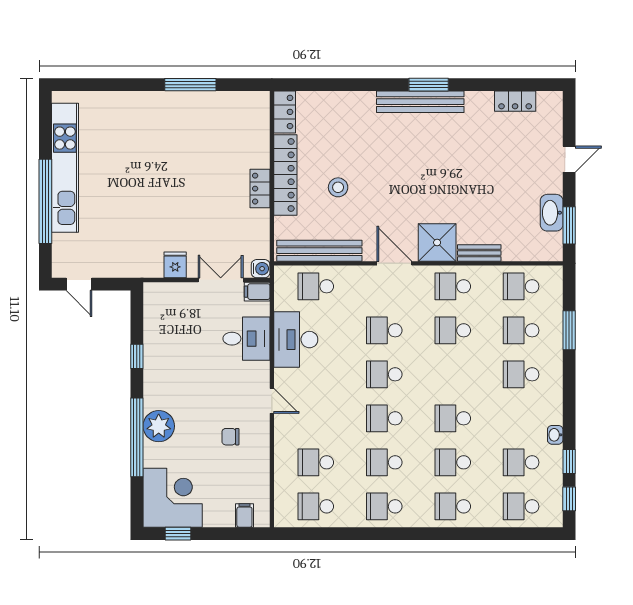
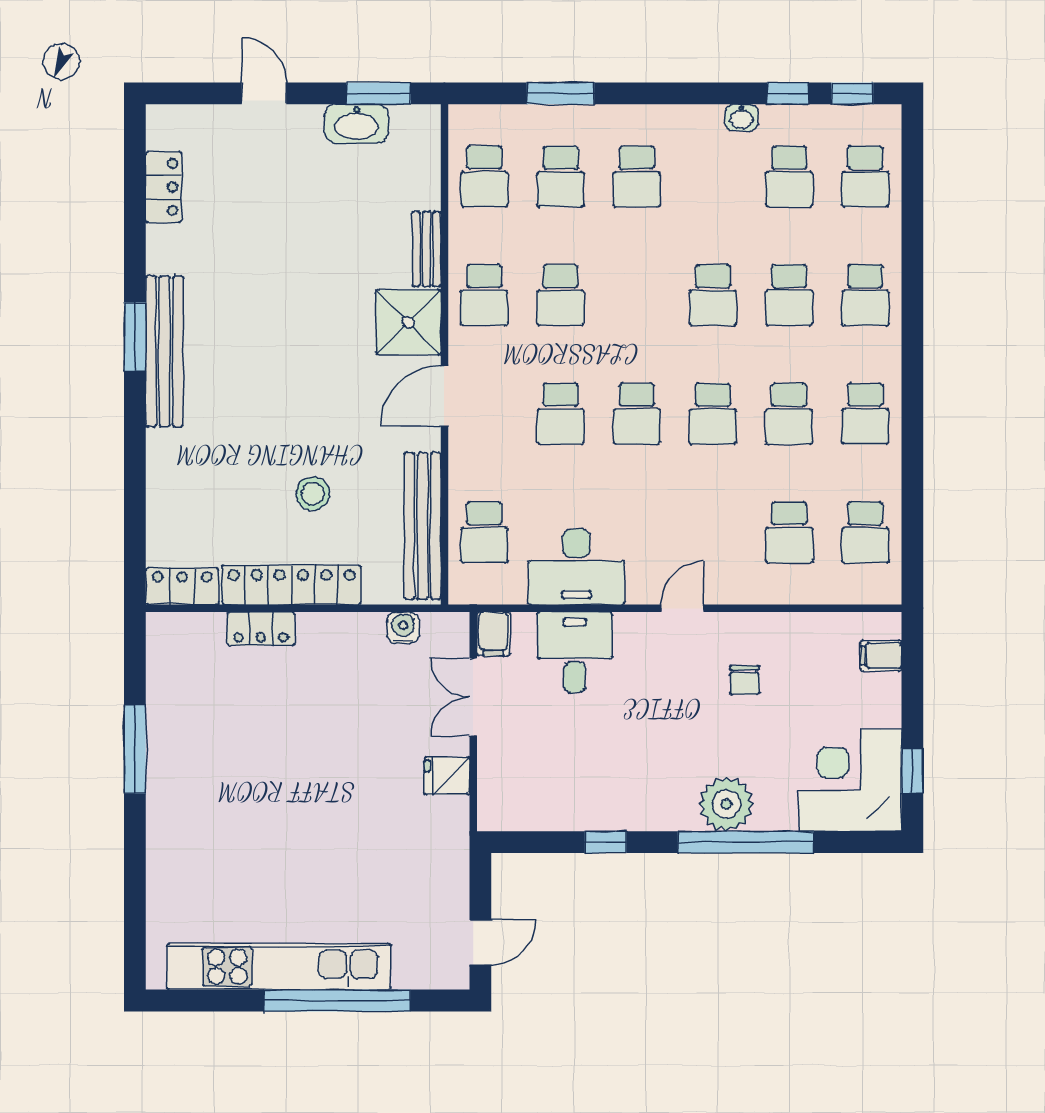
locker: (260, 189) -> (261, 629), moved
water cooler: (261, 269) -> (403, 628), moved

